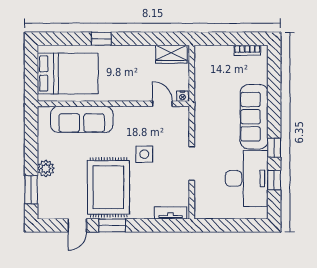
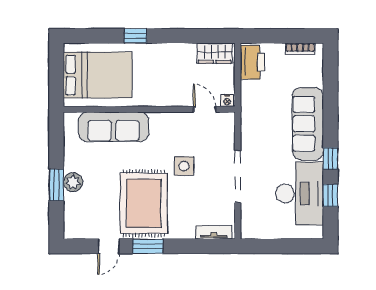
printer: (205, 62) -> (253, 62), added
doorway: (192, 164) -> (238, 177), width x1.36
window: (31, 190) -> (56, 185), moved

